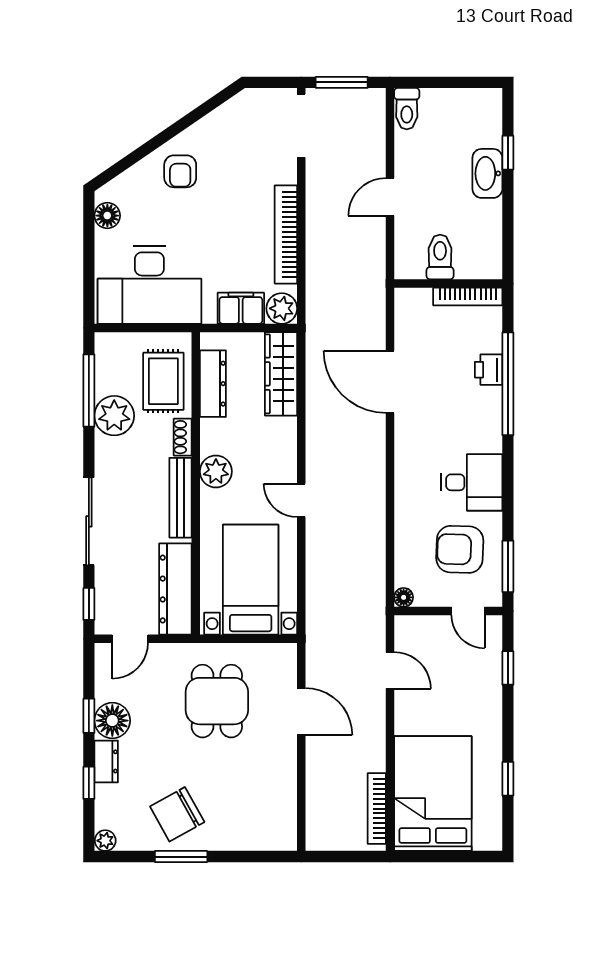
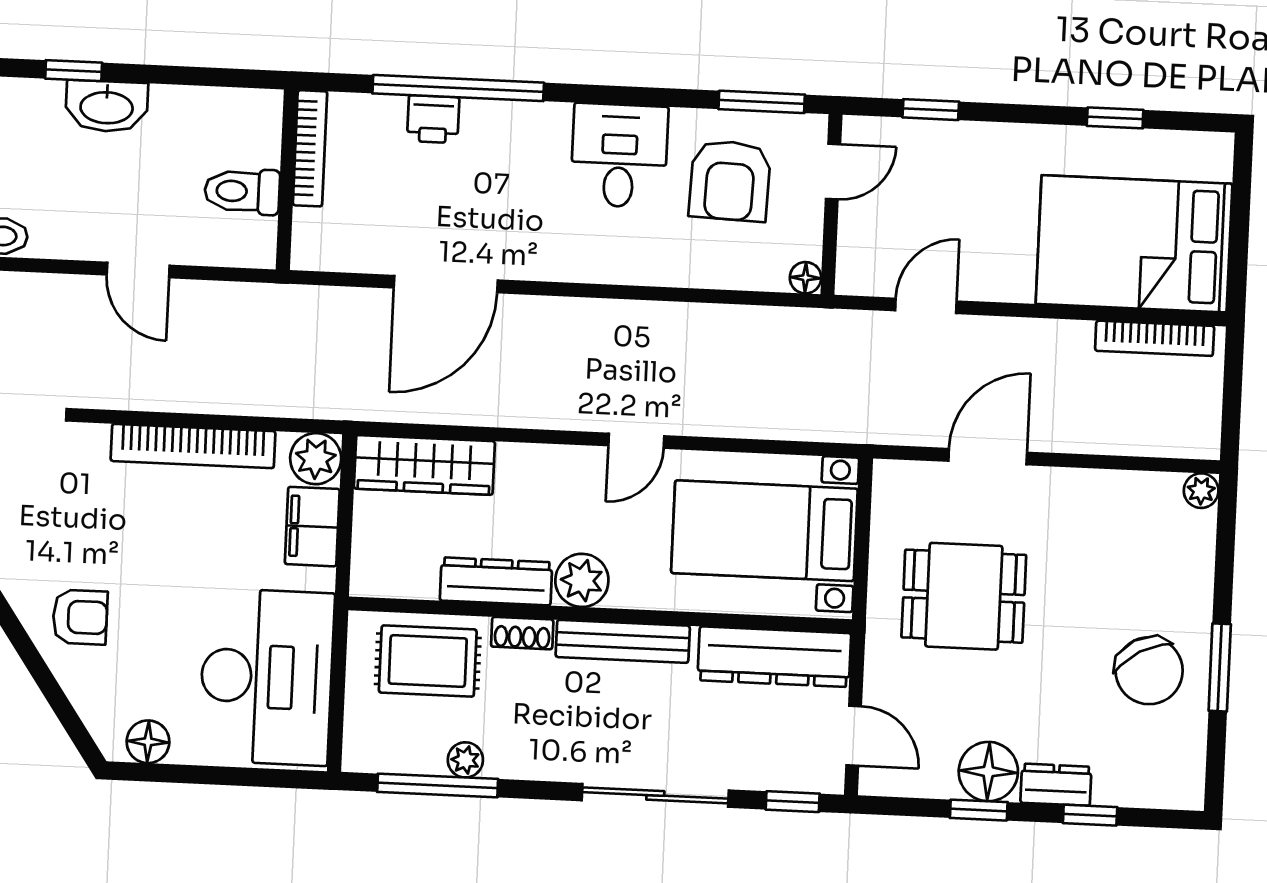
dresser: (213, 384) -> (496, 581), moved
plant: (114, 416) -> (465, 760), width x0.53, depth x0.53
plant: (105, 841) -> (1201, 491), moved

